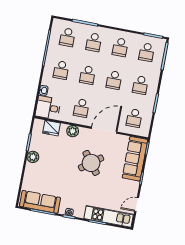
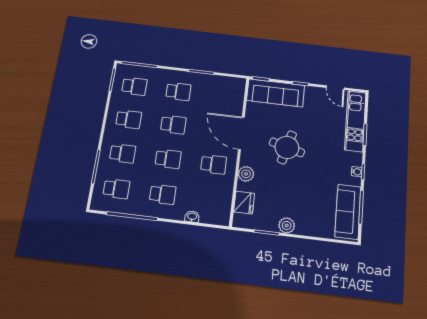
desk: (48, 108) -> (216, 209), removed
school desk: (134, 118) -> (222, 97), removed
round table: (91, 163) -> (287, 147), turned -38

